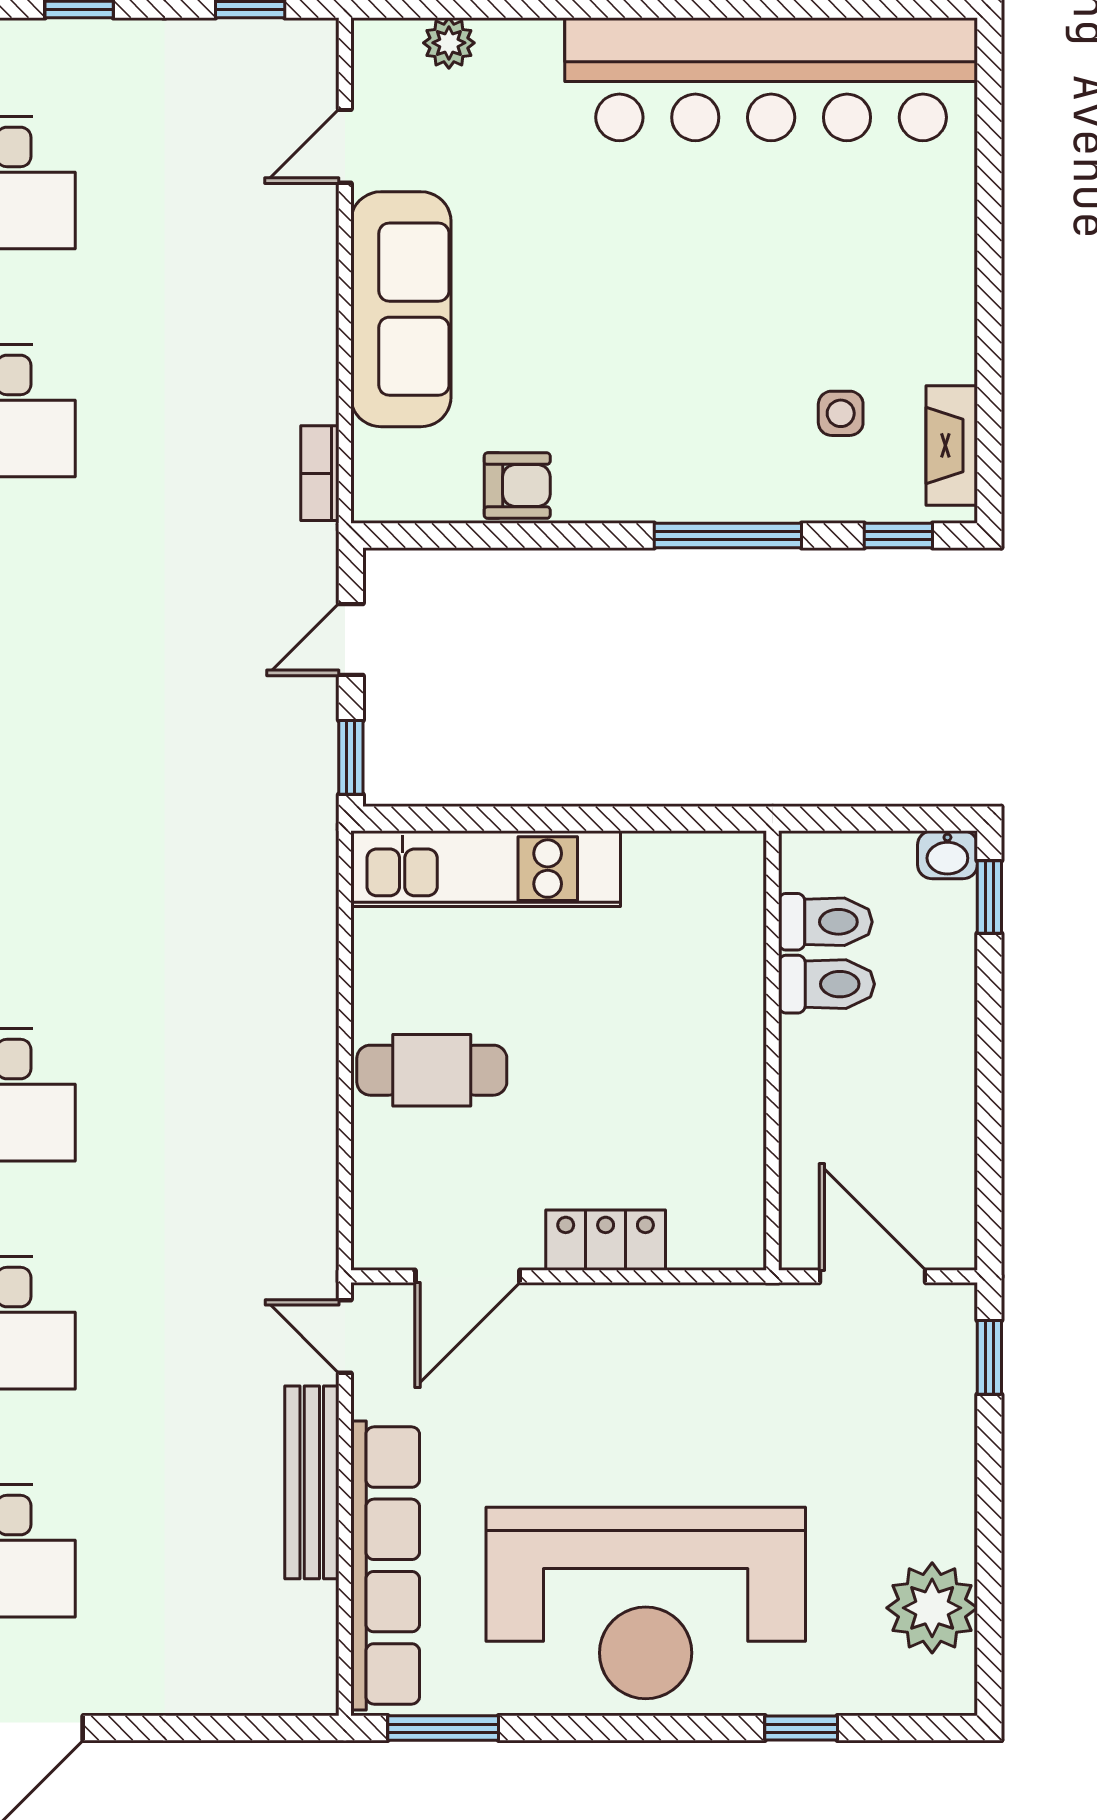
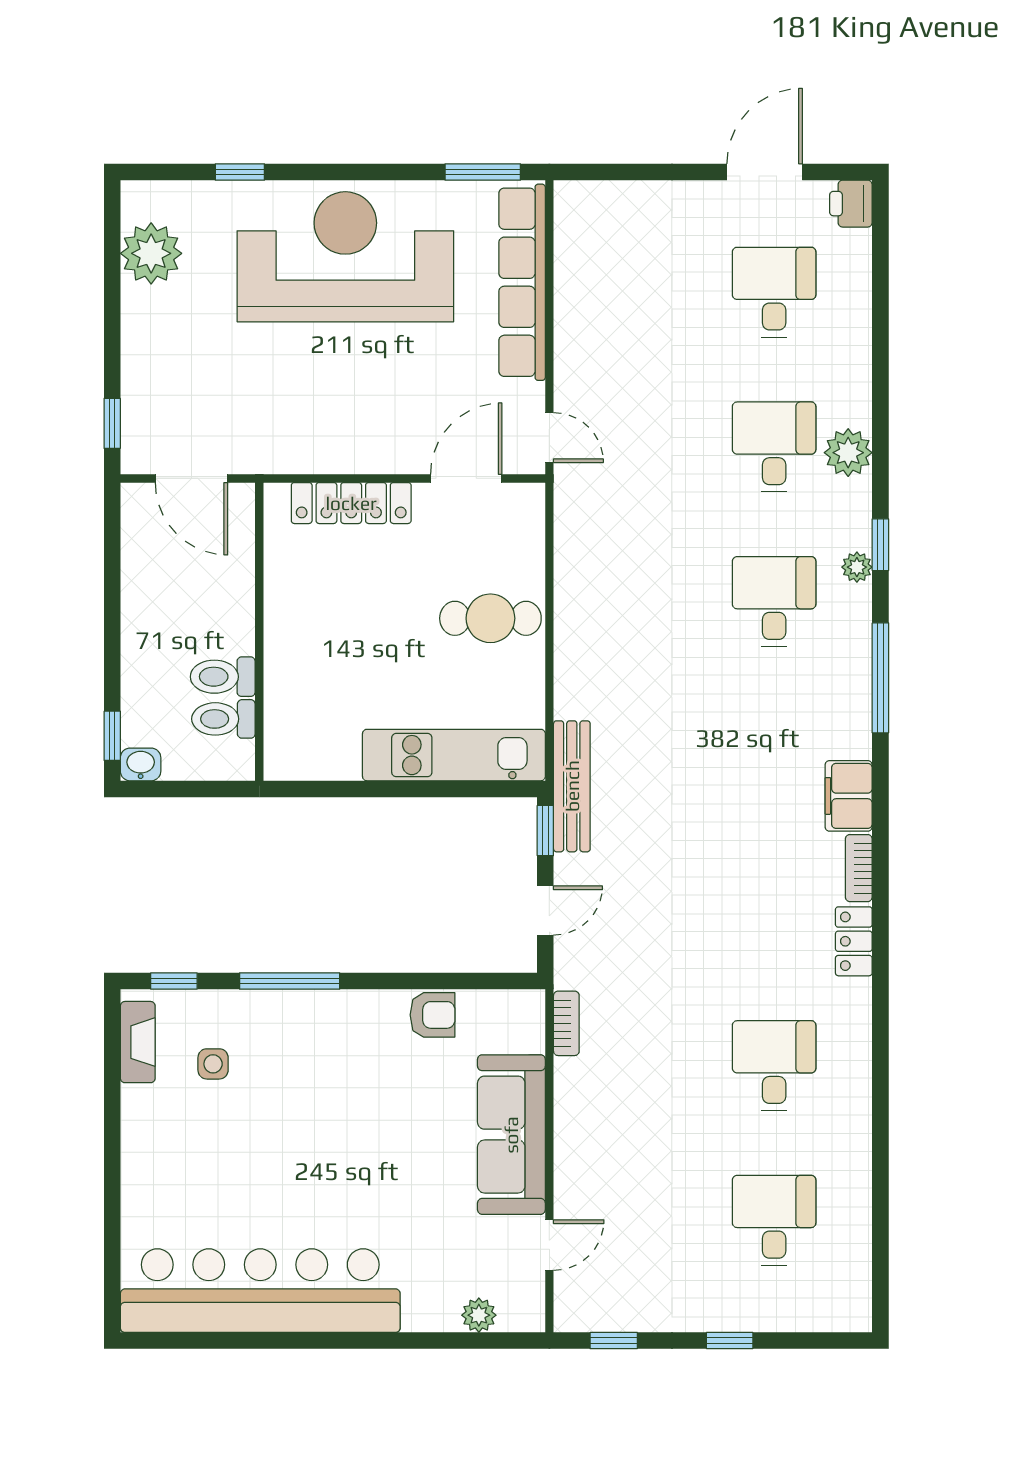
armchair: (517, 486) -> (433, 1015), turned 180
locker: (606, 1240) -> (351, 503), width x1.53
bench: (312, 1482) -> (572, 786), moved

